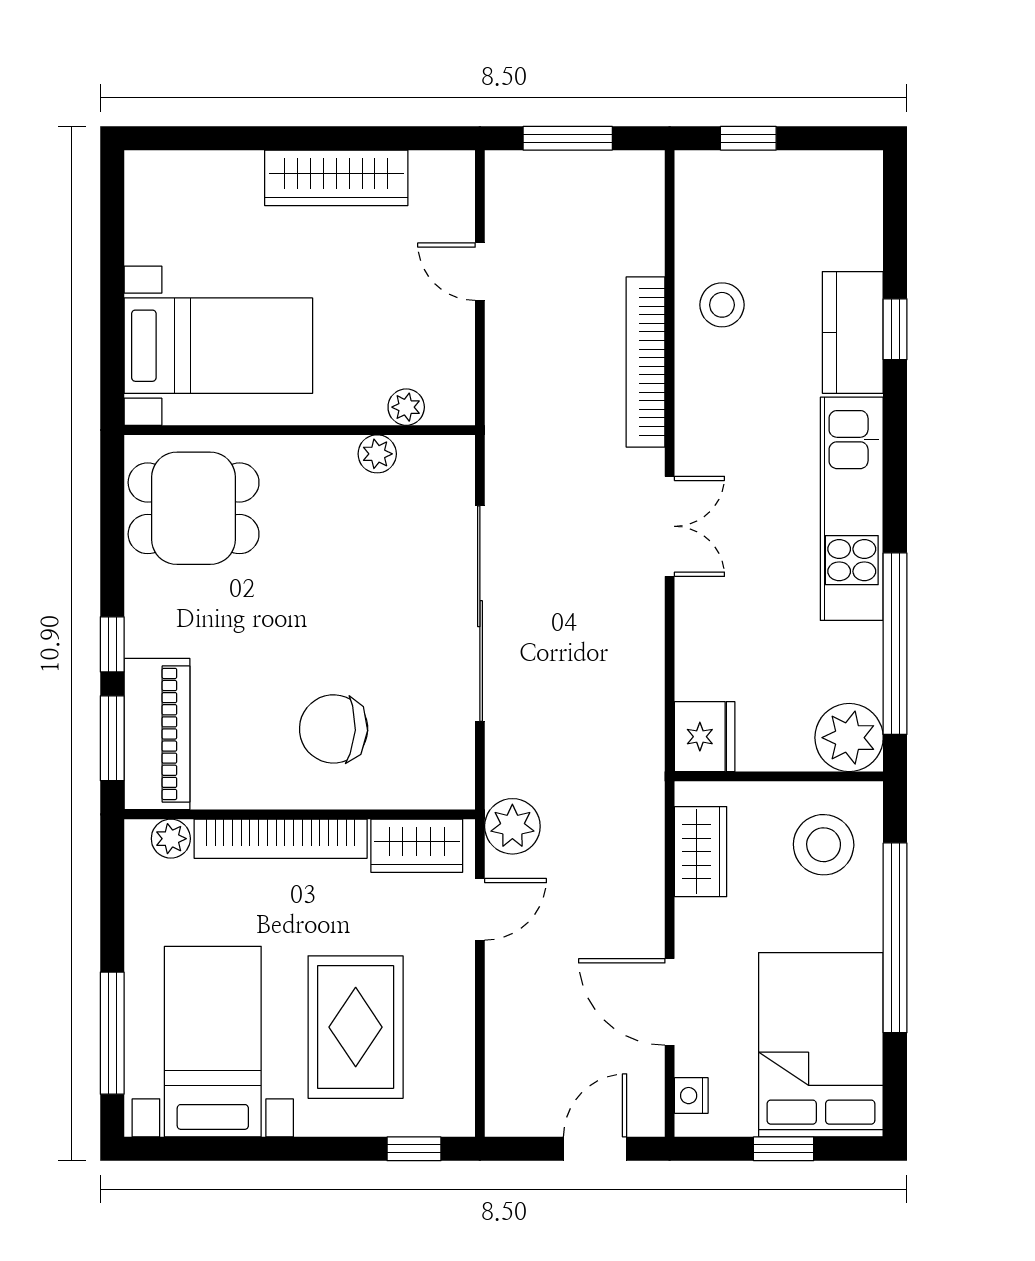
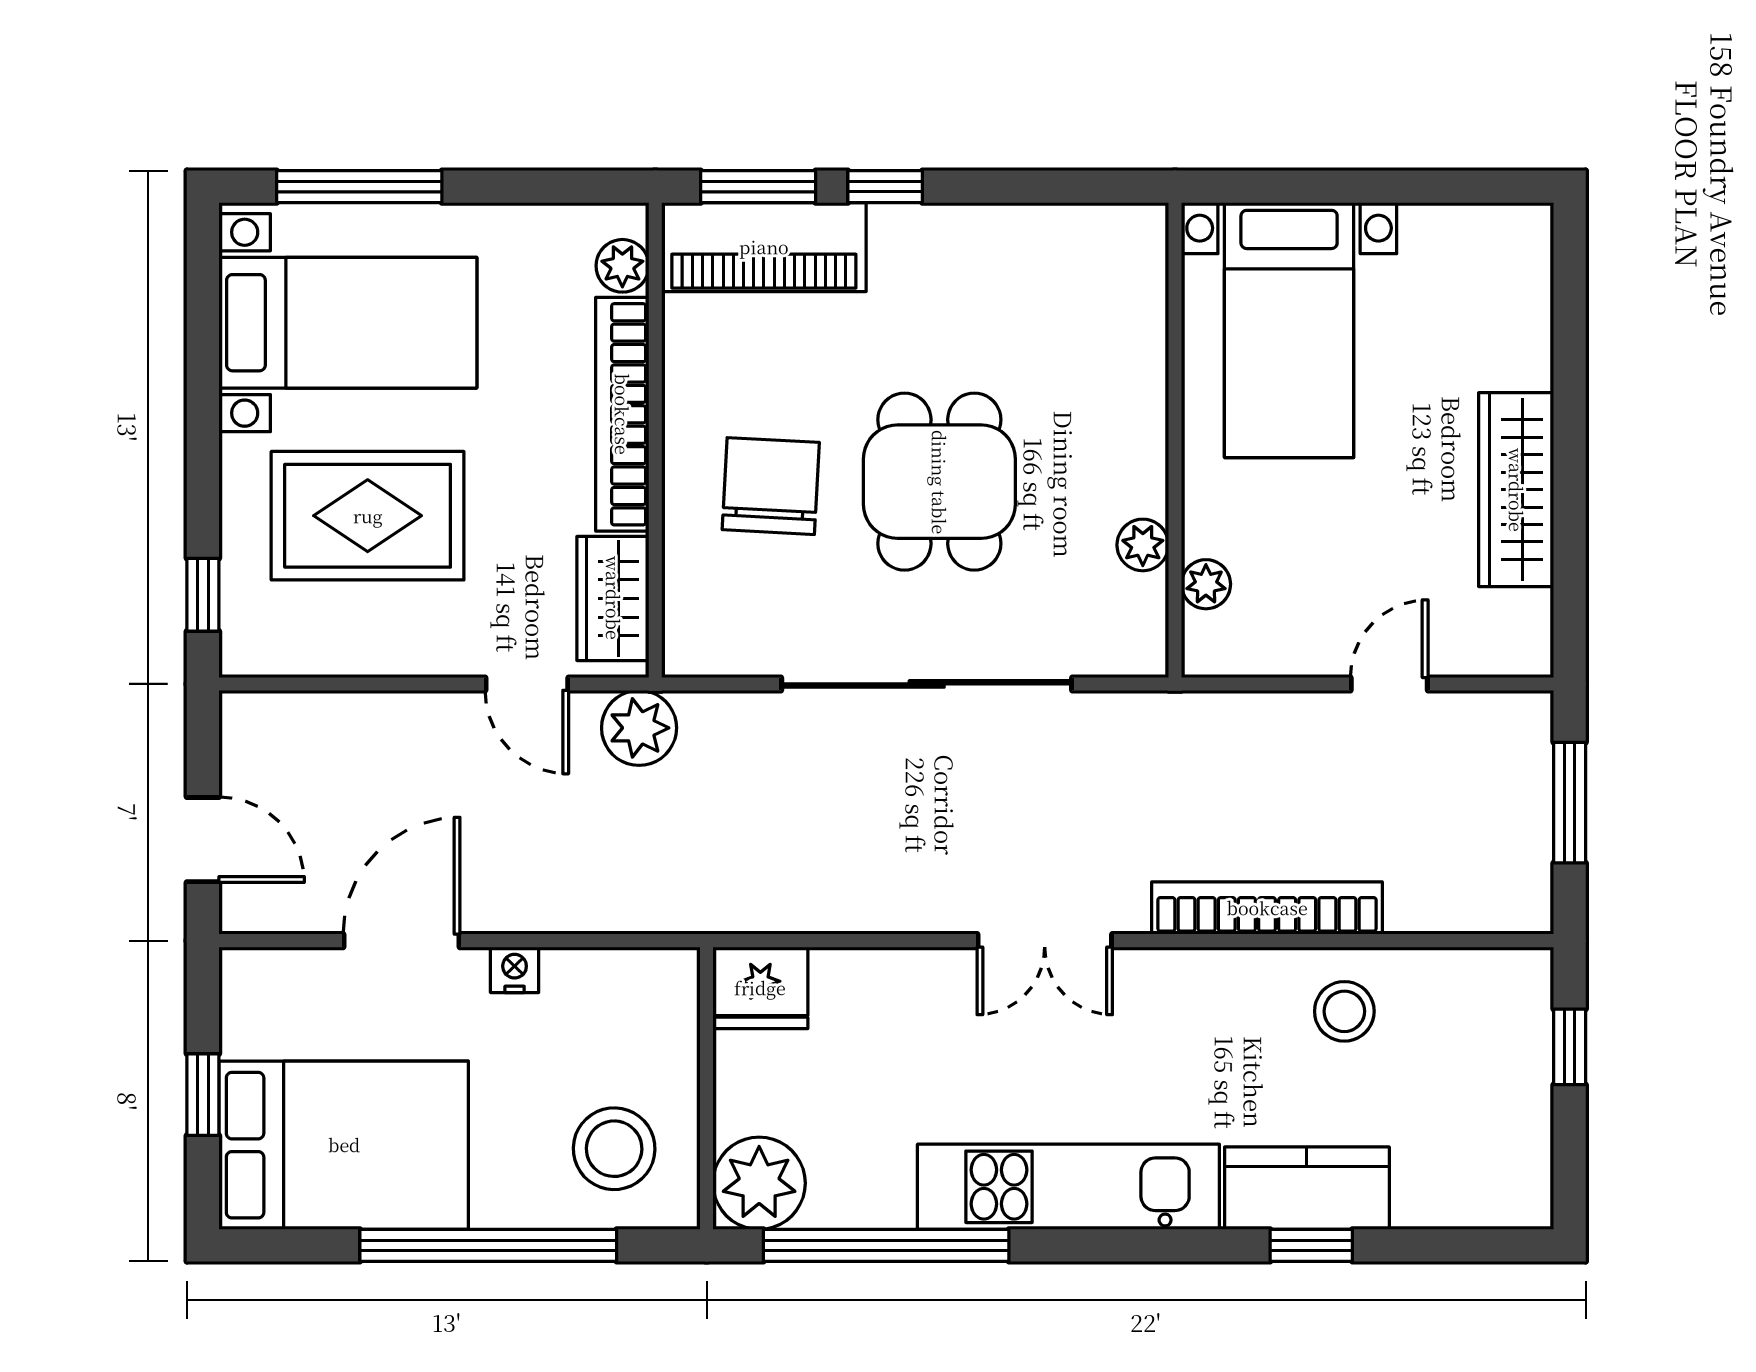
dining table: (194, 508) -> (939, 482), moved
wardrobe: (701, 852) -> (605, 982), removed
nightstand: (691, 1096) -> (515, 970), moved

